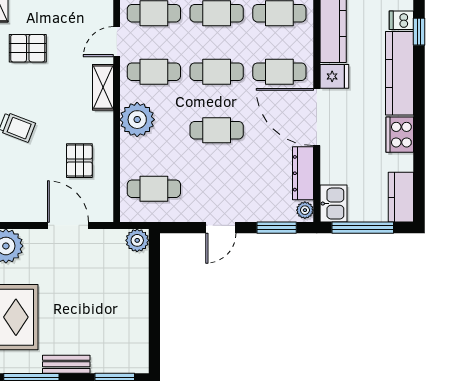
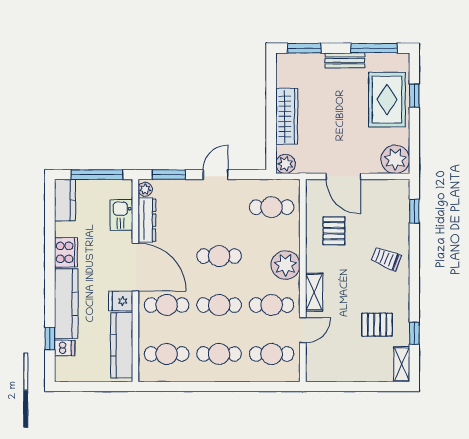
kitchen sink: (333, 204) -> (121, 215), moved
wardrobe: (136, 297) -> (287, 116), added

